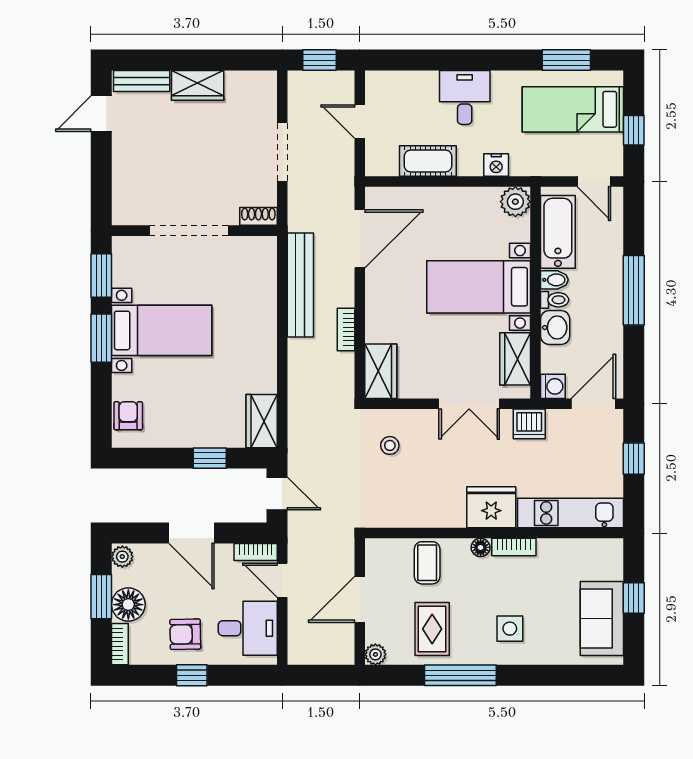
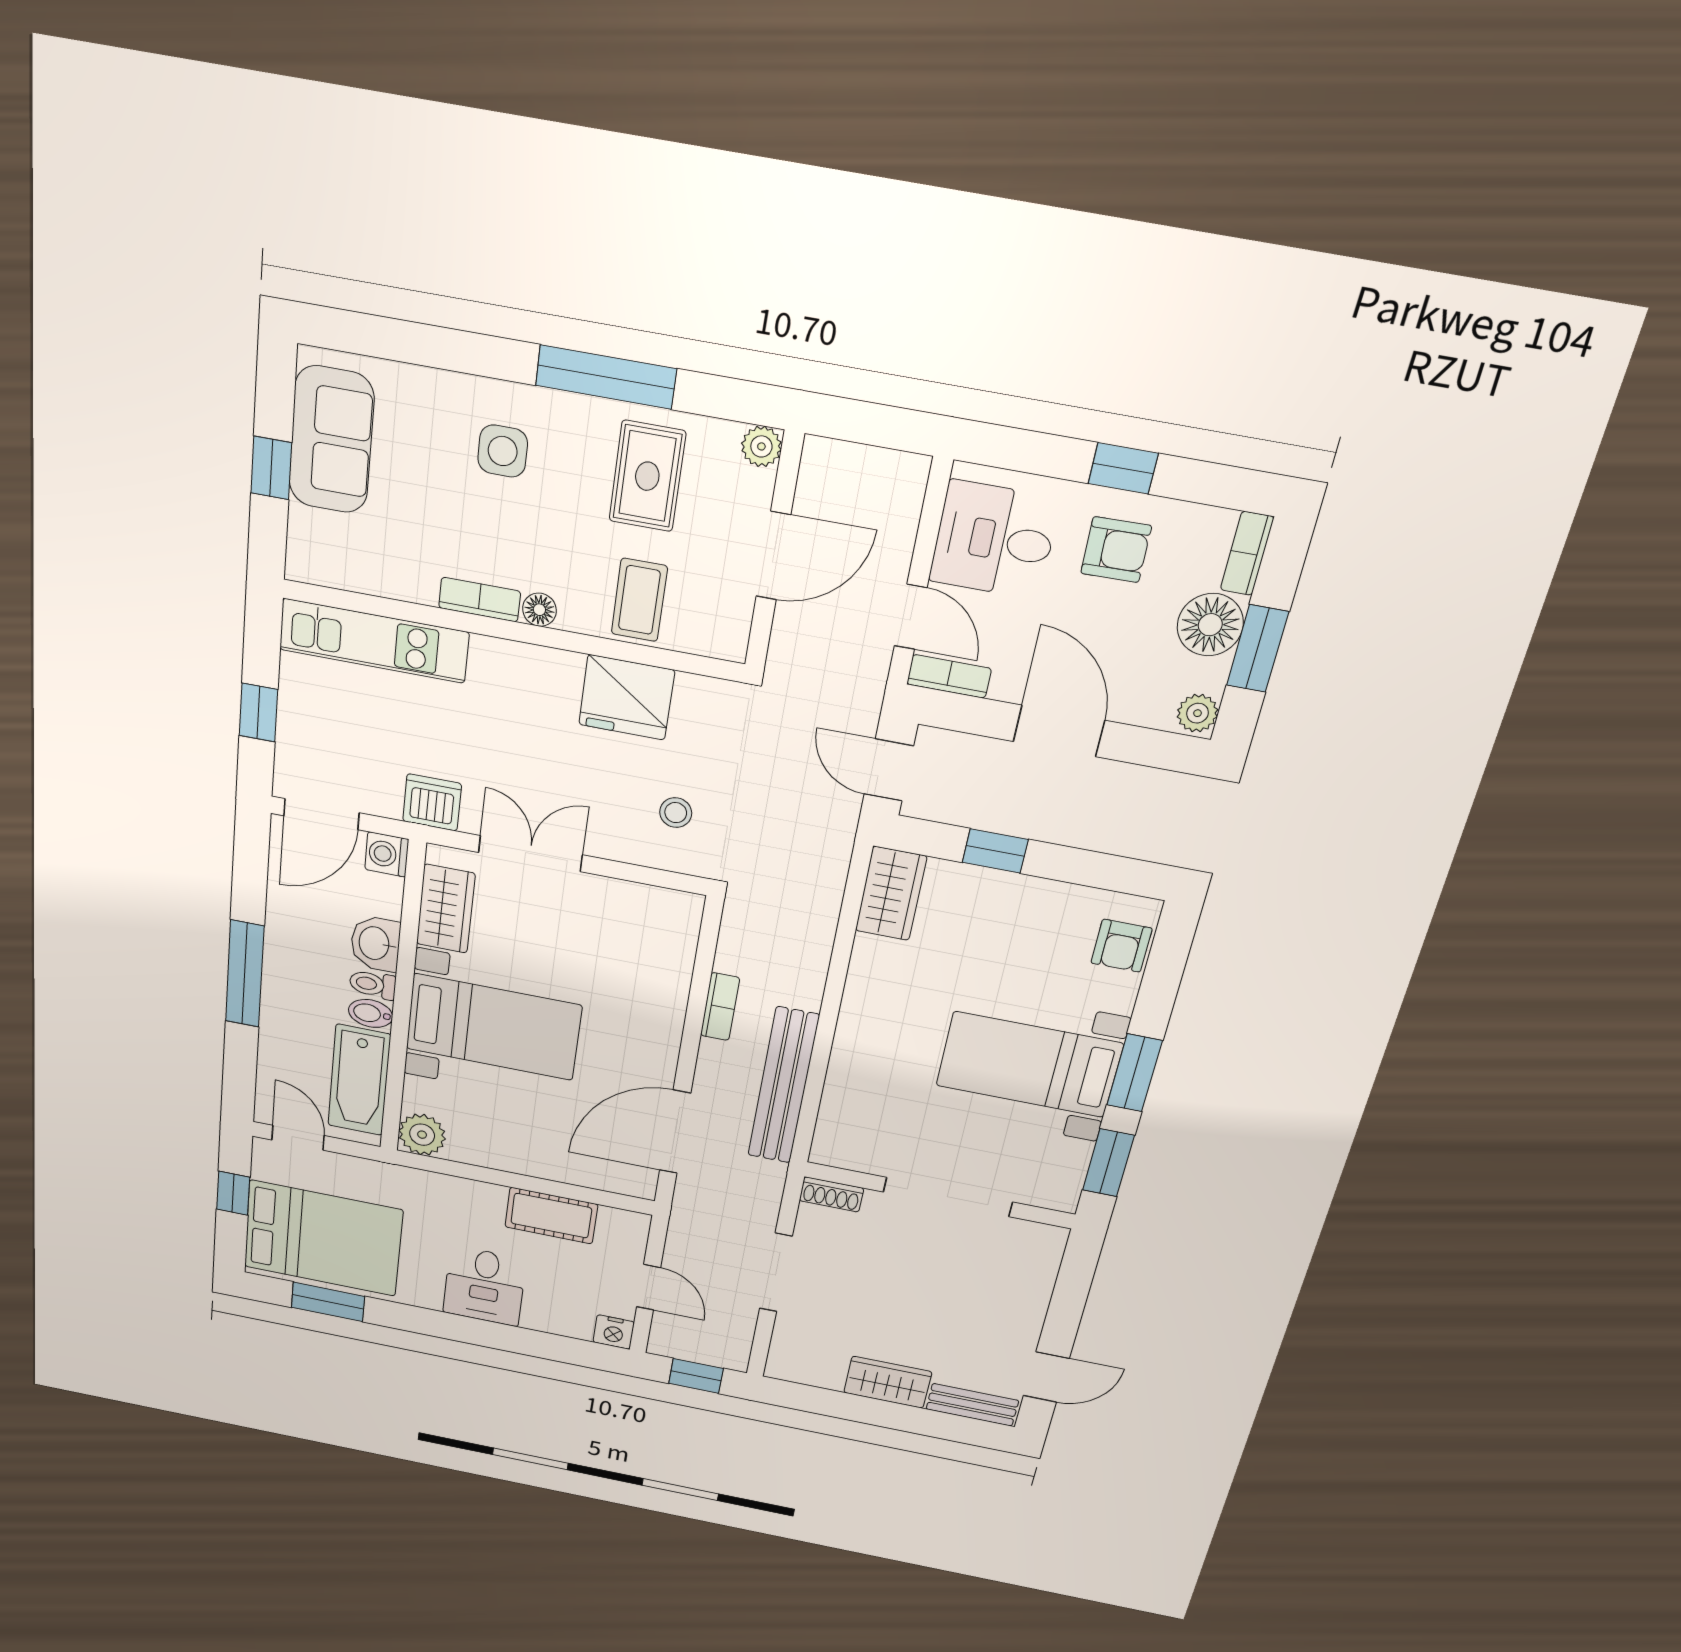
bed: (573, 109) -> (323, 1238), width x1.50
nightstand: (496, 165) -> (614, 1332), moved, turned 180
wardrobe: (381, 371) -> (672, 933), removed
fridge: (491, 507) -> (627, 697), moved

